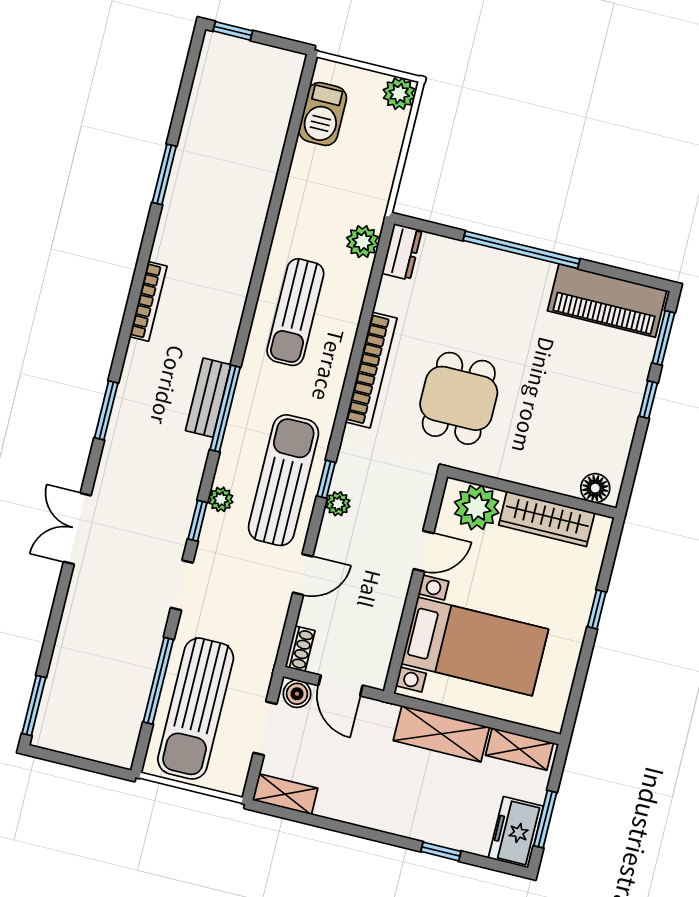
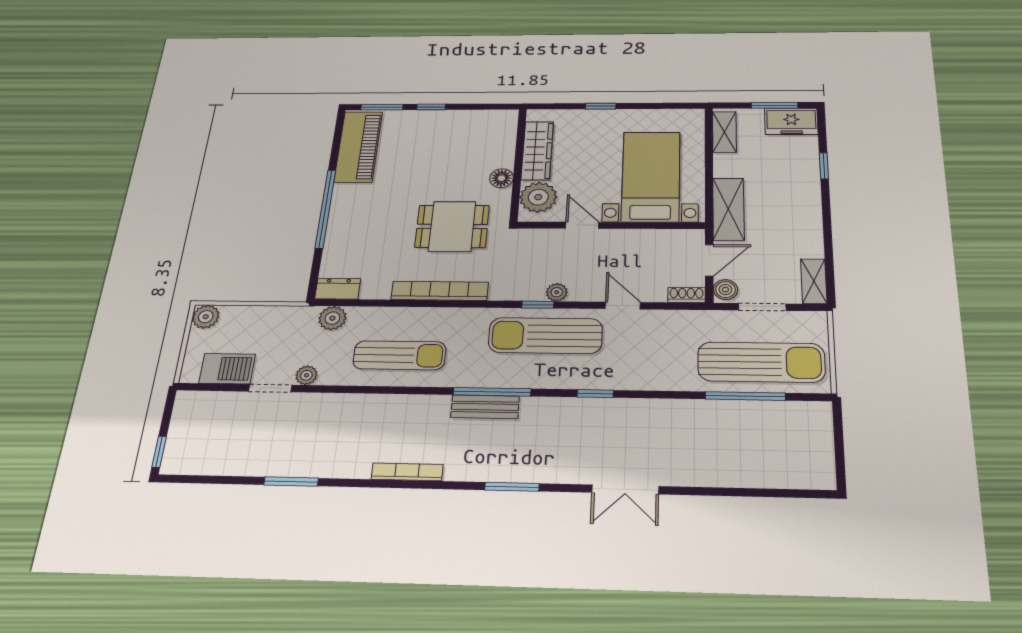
floor lamp: (595, 488) -> (501, 178), moved
plant: (221, 499) -> (306, 375), moved
doorway: (182, 585) -> (270, 388), moved
window: (34, 705) -> (799, 494), removed
shelving: (441, 734) -> (728, 209), moved

